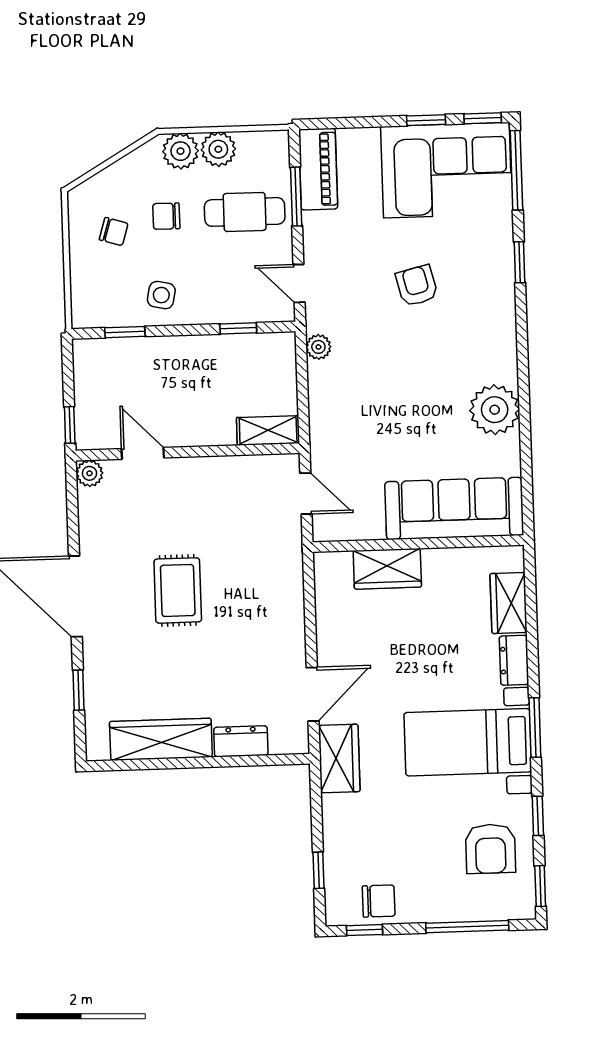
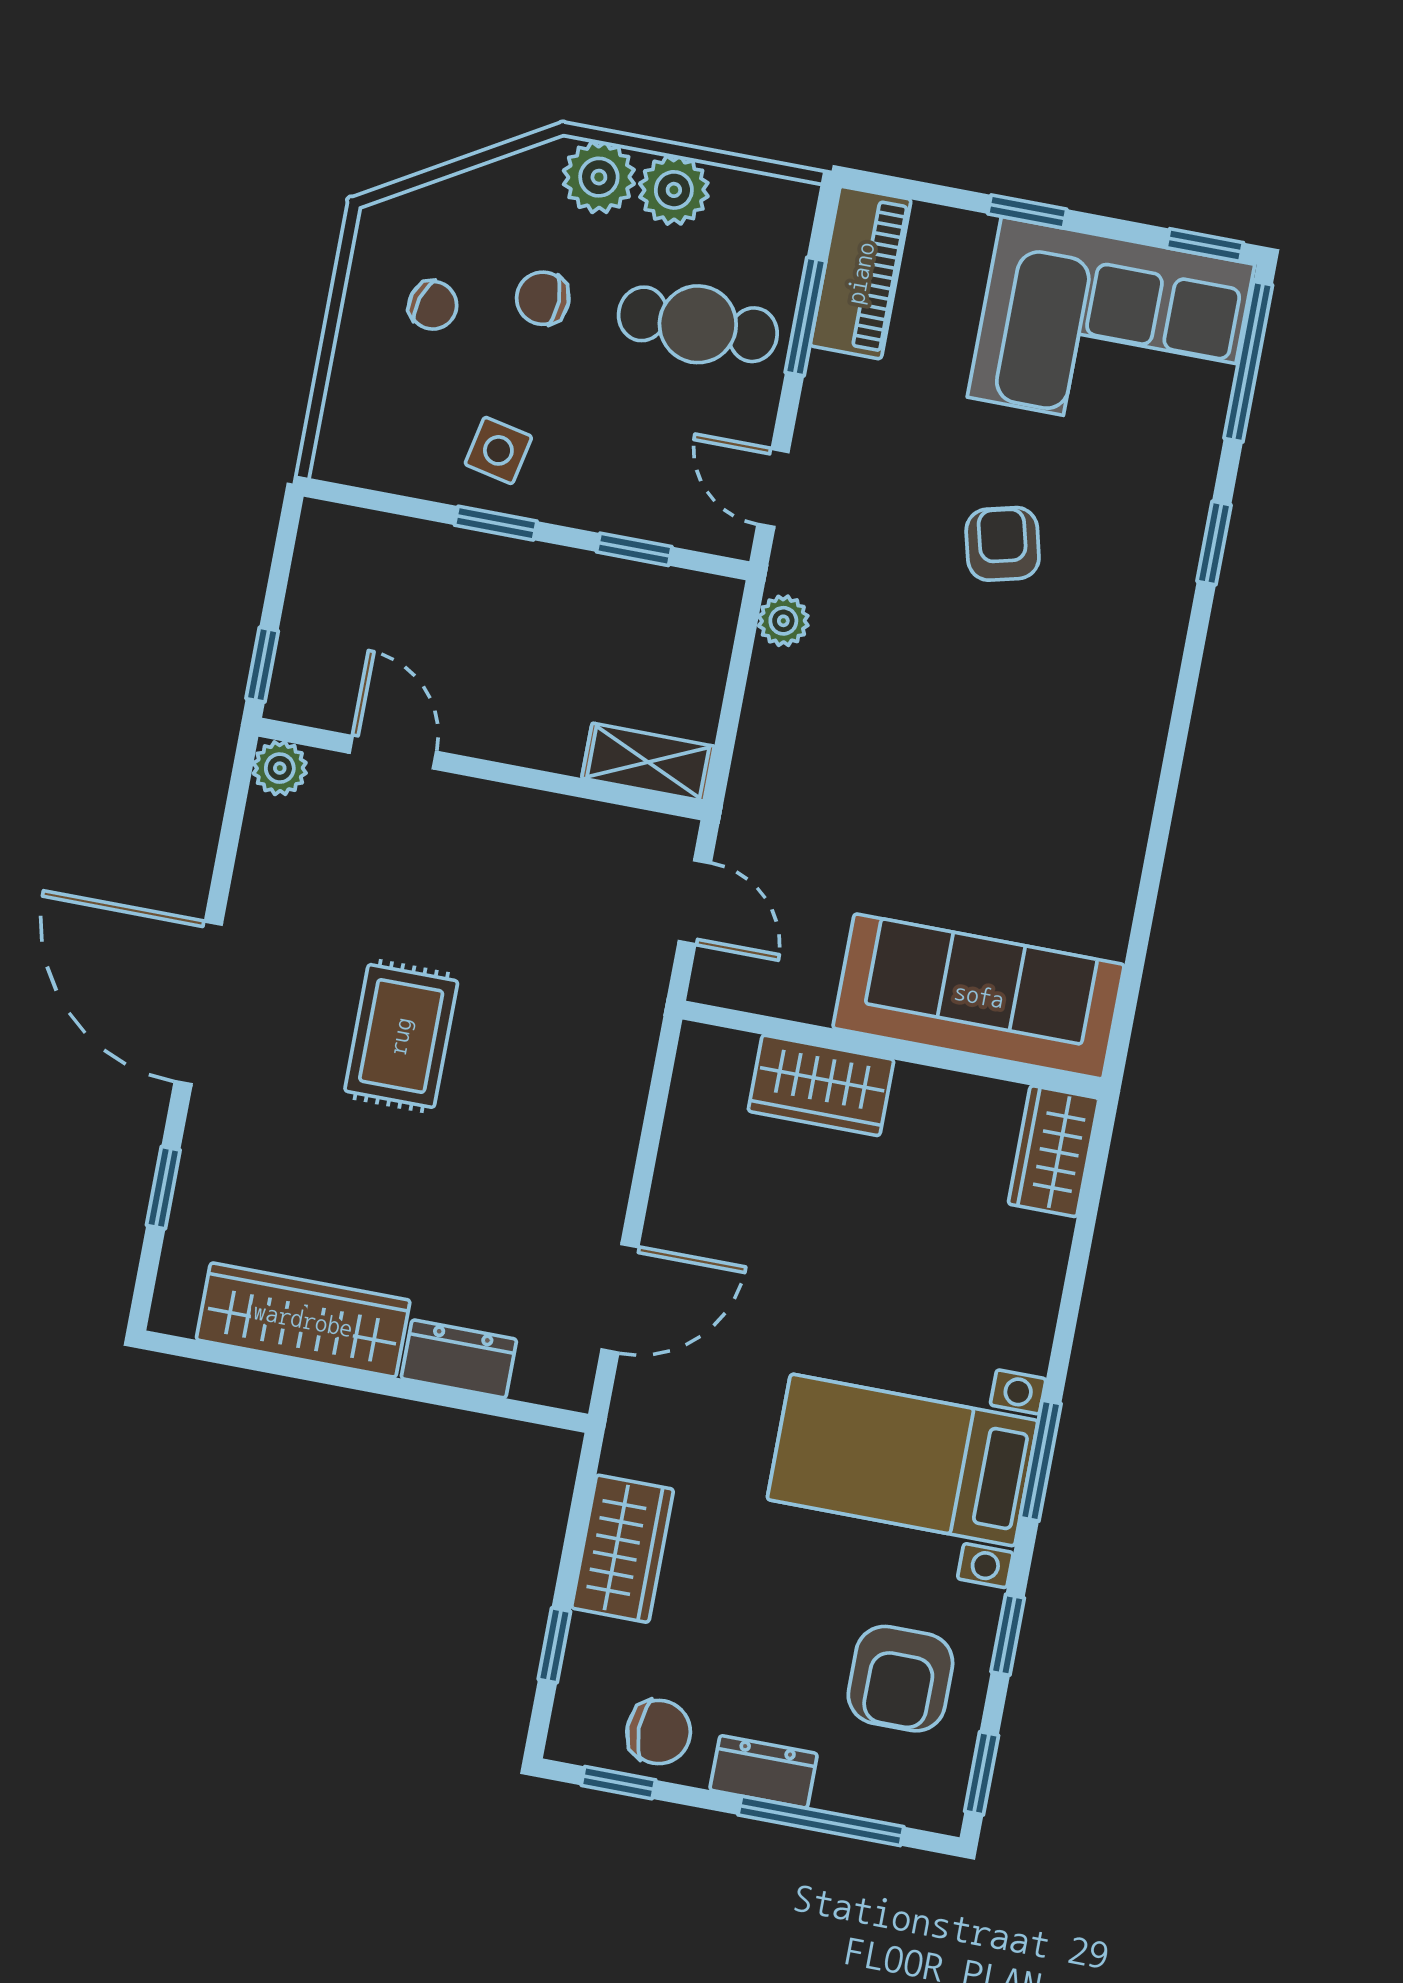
window: (426, 120) -> (1027, 211), moved
window: (125, 332) -> (496, 523), moved
plant: (495, 410) -> (1101, 821), removed
wardrobe: (509, 603) -> (1054, 1151), moved
dresser: (514, 660) -> (764, 1772), moved, turned 90
wardrobe: (339, 758) -> (623, 1549), moved

